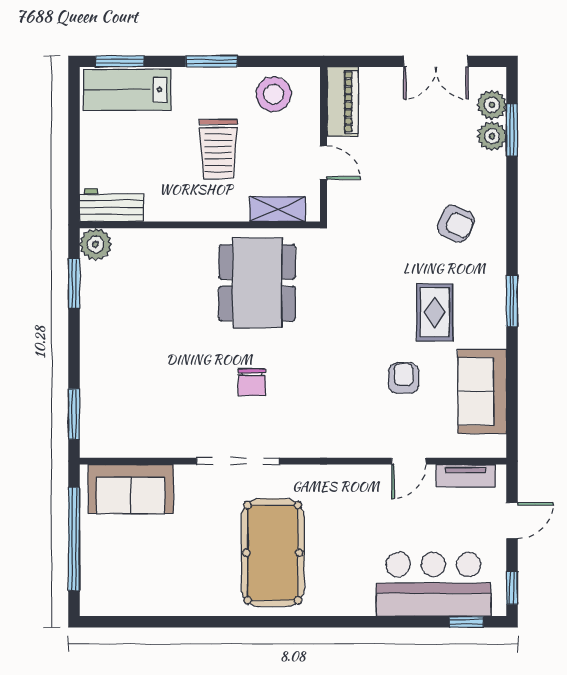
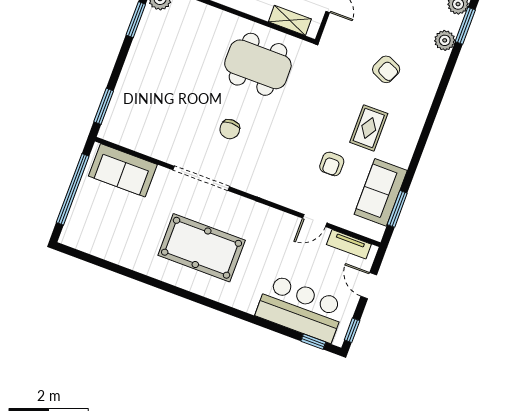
plant: (492, 136) -> (445, 40), moved
armchair: (456, 224) -> (386, 69), moved
dining table: (257, 283) -> (258, 64), turned 90
window: (512, 301) -> (397, 209), moved
armchair: (404, 378) -> (332, 164), turned 180
door: (512, 521) -> (369, 286), swing flipped
pool table: (273, 553) -> (202, 248), turned 90

